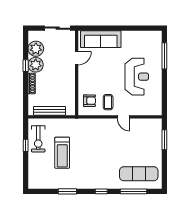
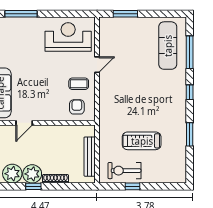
door: (77, 58) -> (24, 123), swing flipped
reception desk: (137, 77) -> (68, 37), moved
exercise bike: (38, 139) -> (124, 171), turned 180
treadmill: (62, 153) -> (142, 141), turned 180

